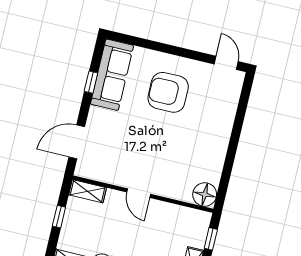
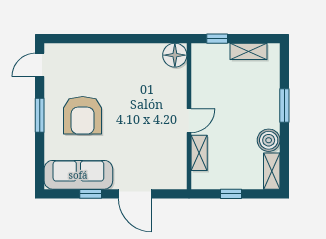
window: (178, 51) -> (40, 115), added
door: (77, 142) -> (135, 194), moved
shelving: (88, 191) -> (199, 153), moved

